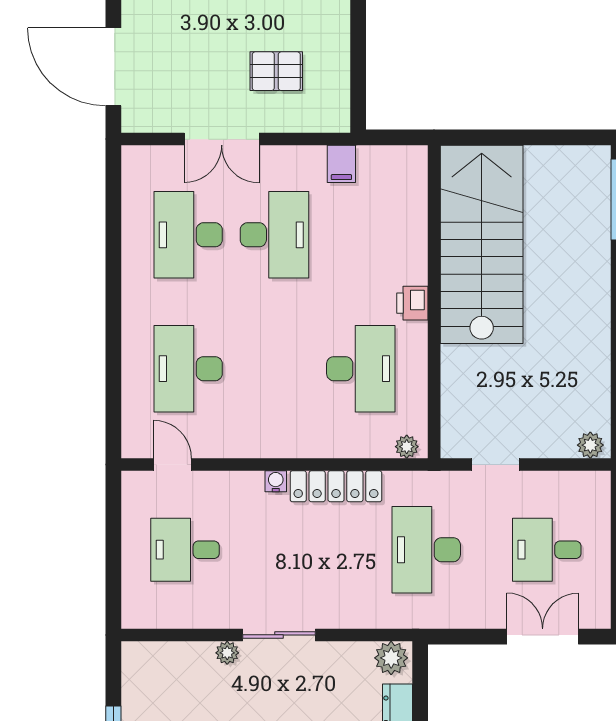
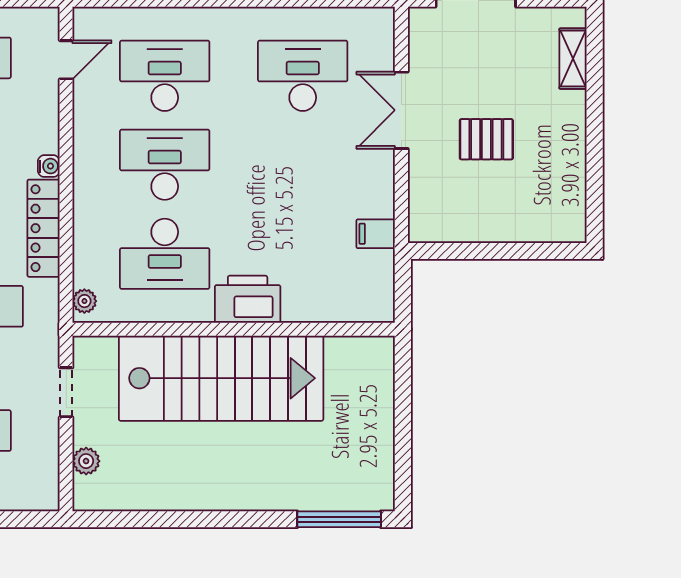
pallet: (276, 71) -> (486, 139), moved, turned 90
desk: (274, 235) -> (165, 165), moved, turned 180
stairs: (482, 244) -> (221, 378), moved
printer: (412, 303) -> (248, 299), width x1.87, depth x1.48
plant: (590, 445) -> (86, 461), moved

